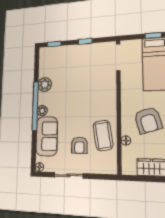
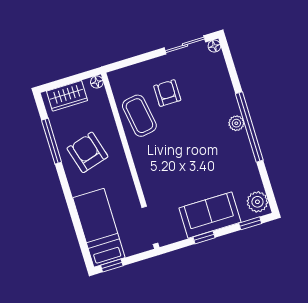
plant: (45, 85) -> (257, 202), moved
sofa: (47, 136) -> (210, 215), moved, turned 90
floor lamp: (126, 141) -> (97, 82), moved
sliding door: (68, 175) -> (185, 45), moved

